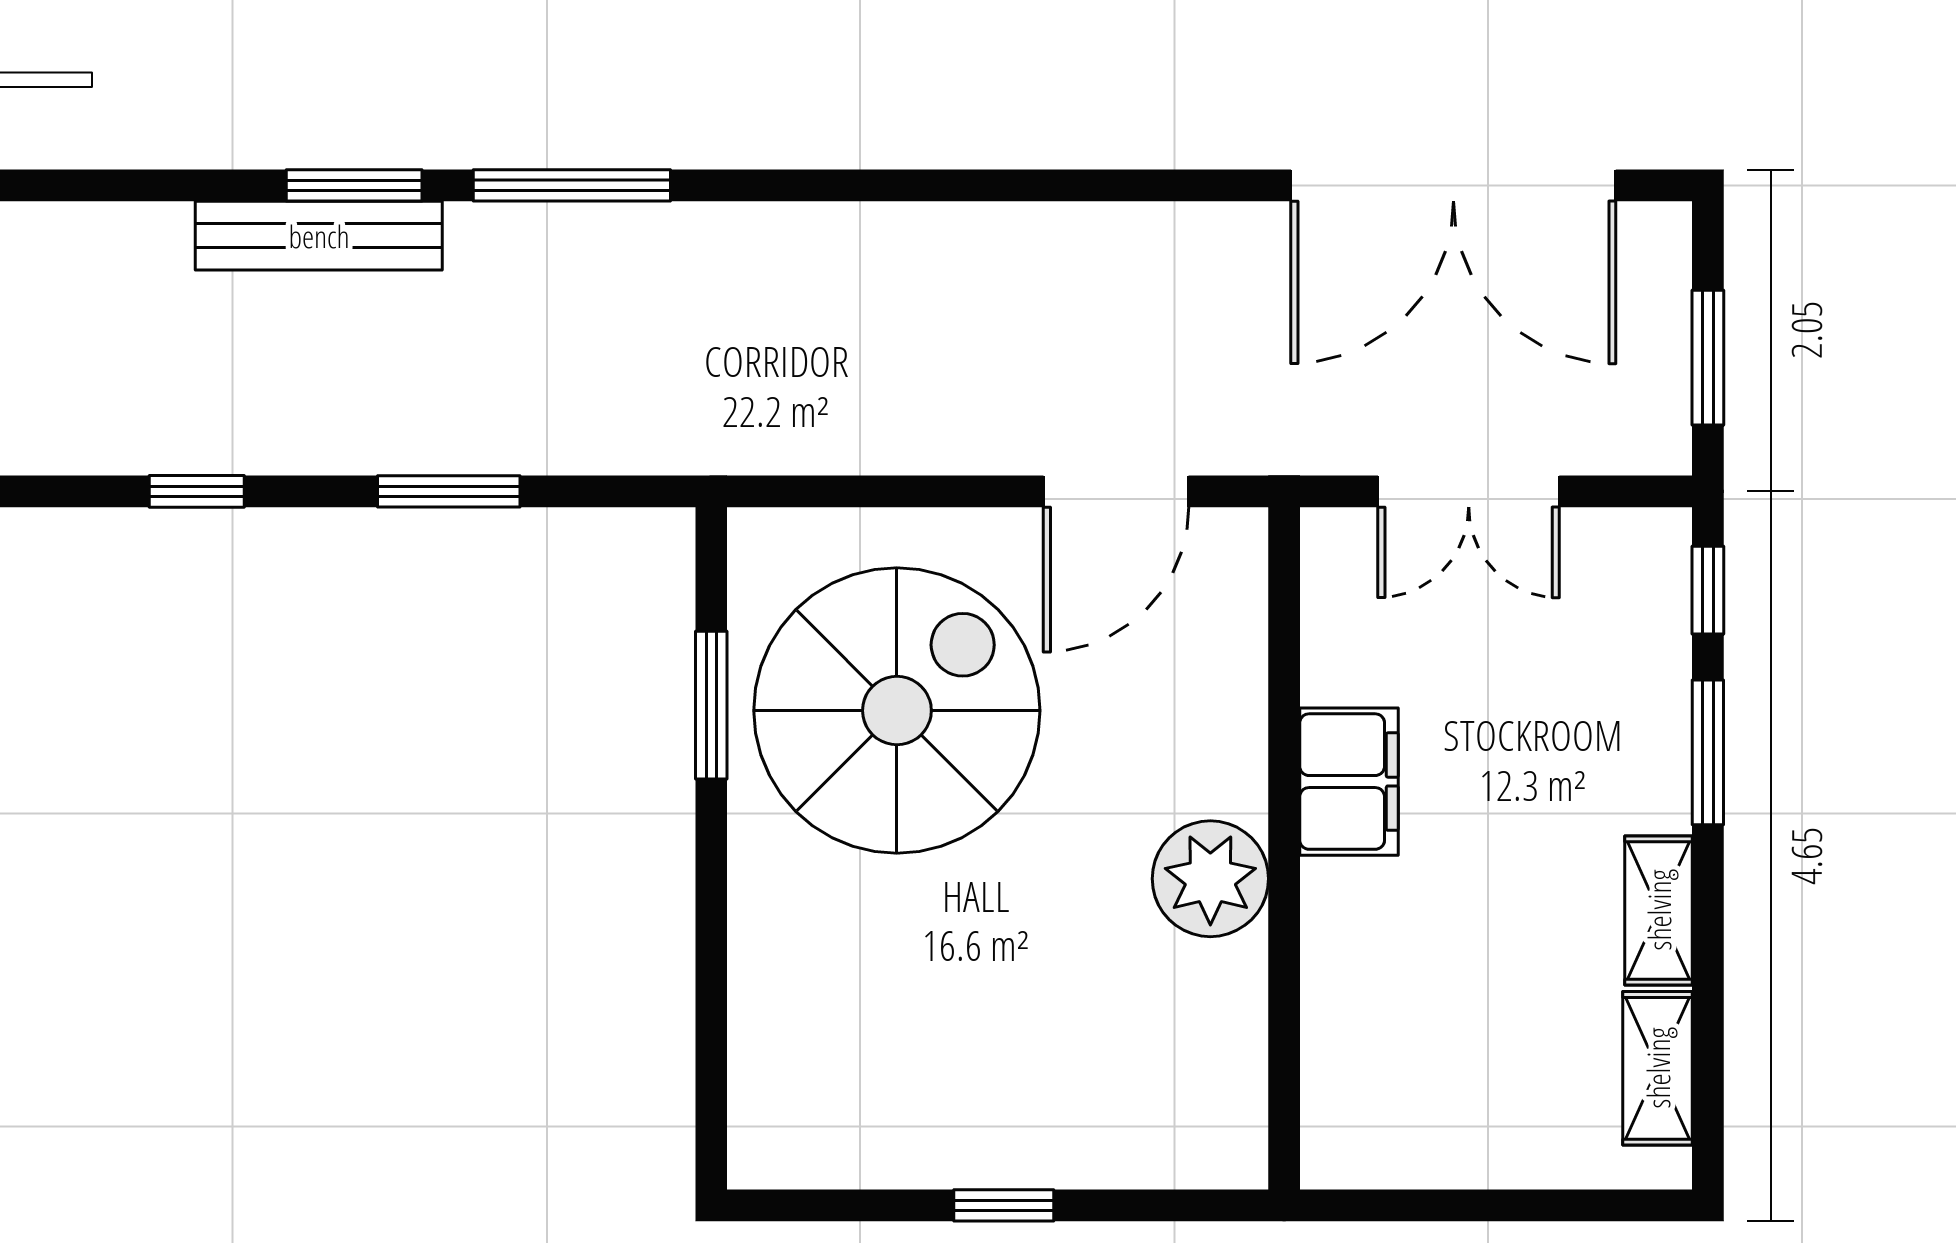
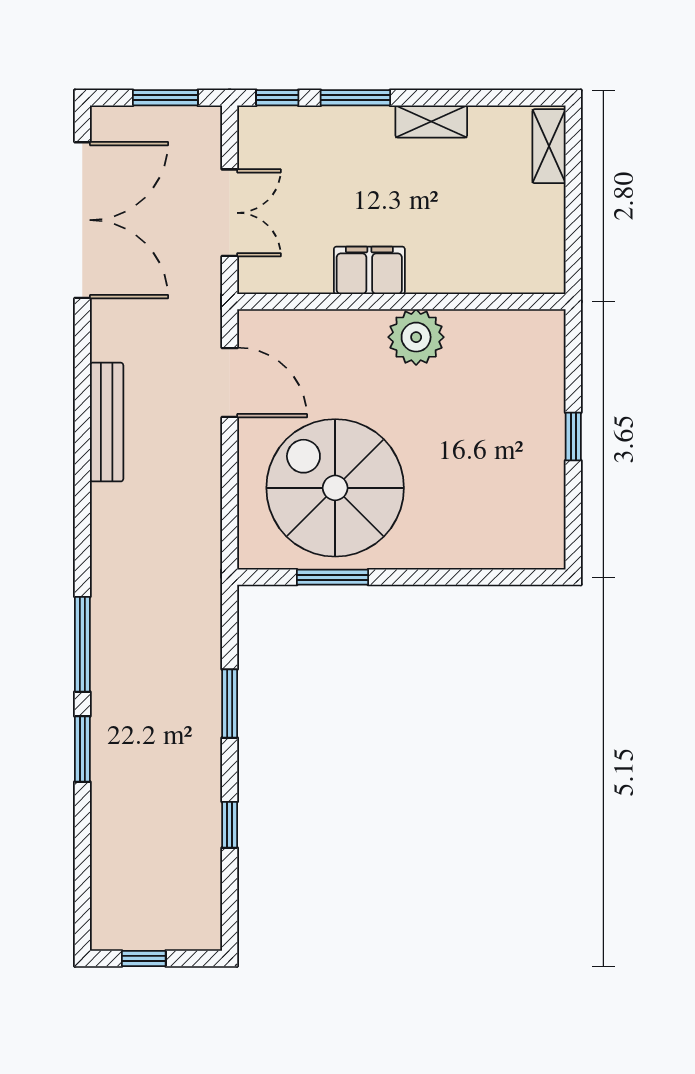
bench: (319, 236) -> (107, 422), moved
shelving: (1658, 1068) -> (549, 146), moved, turned 90

